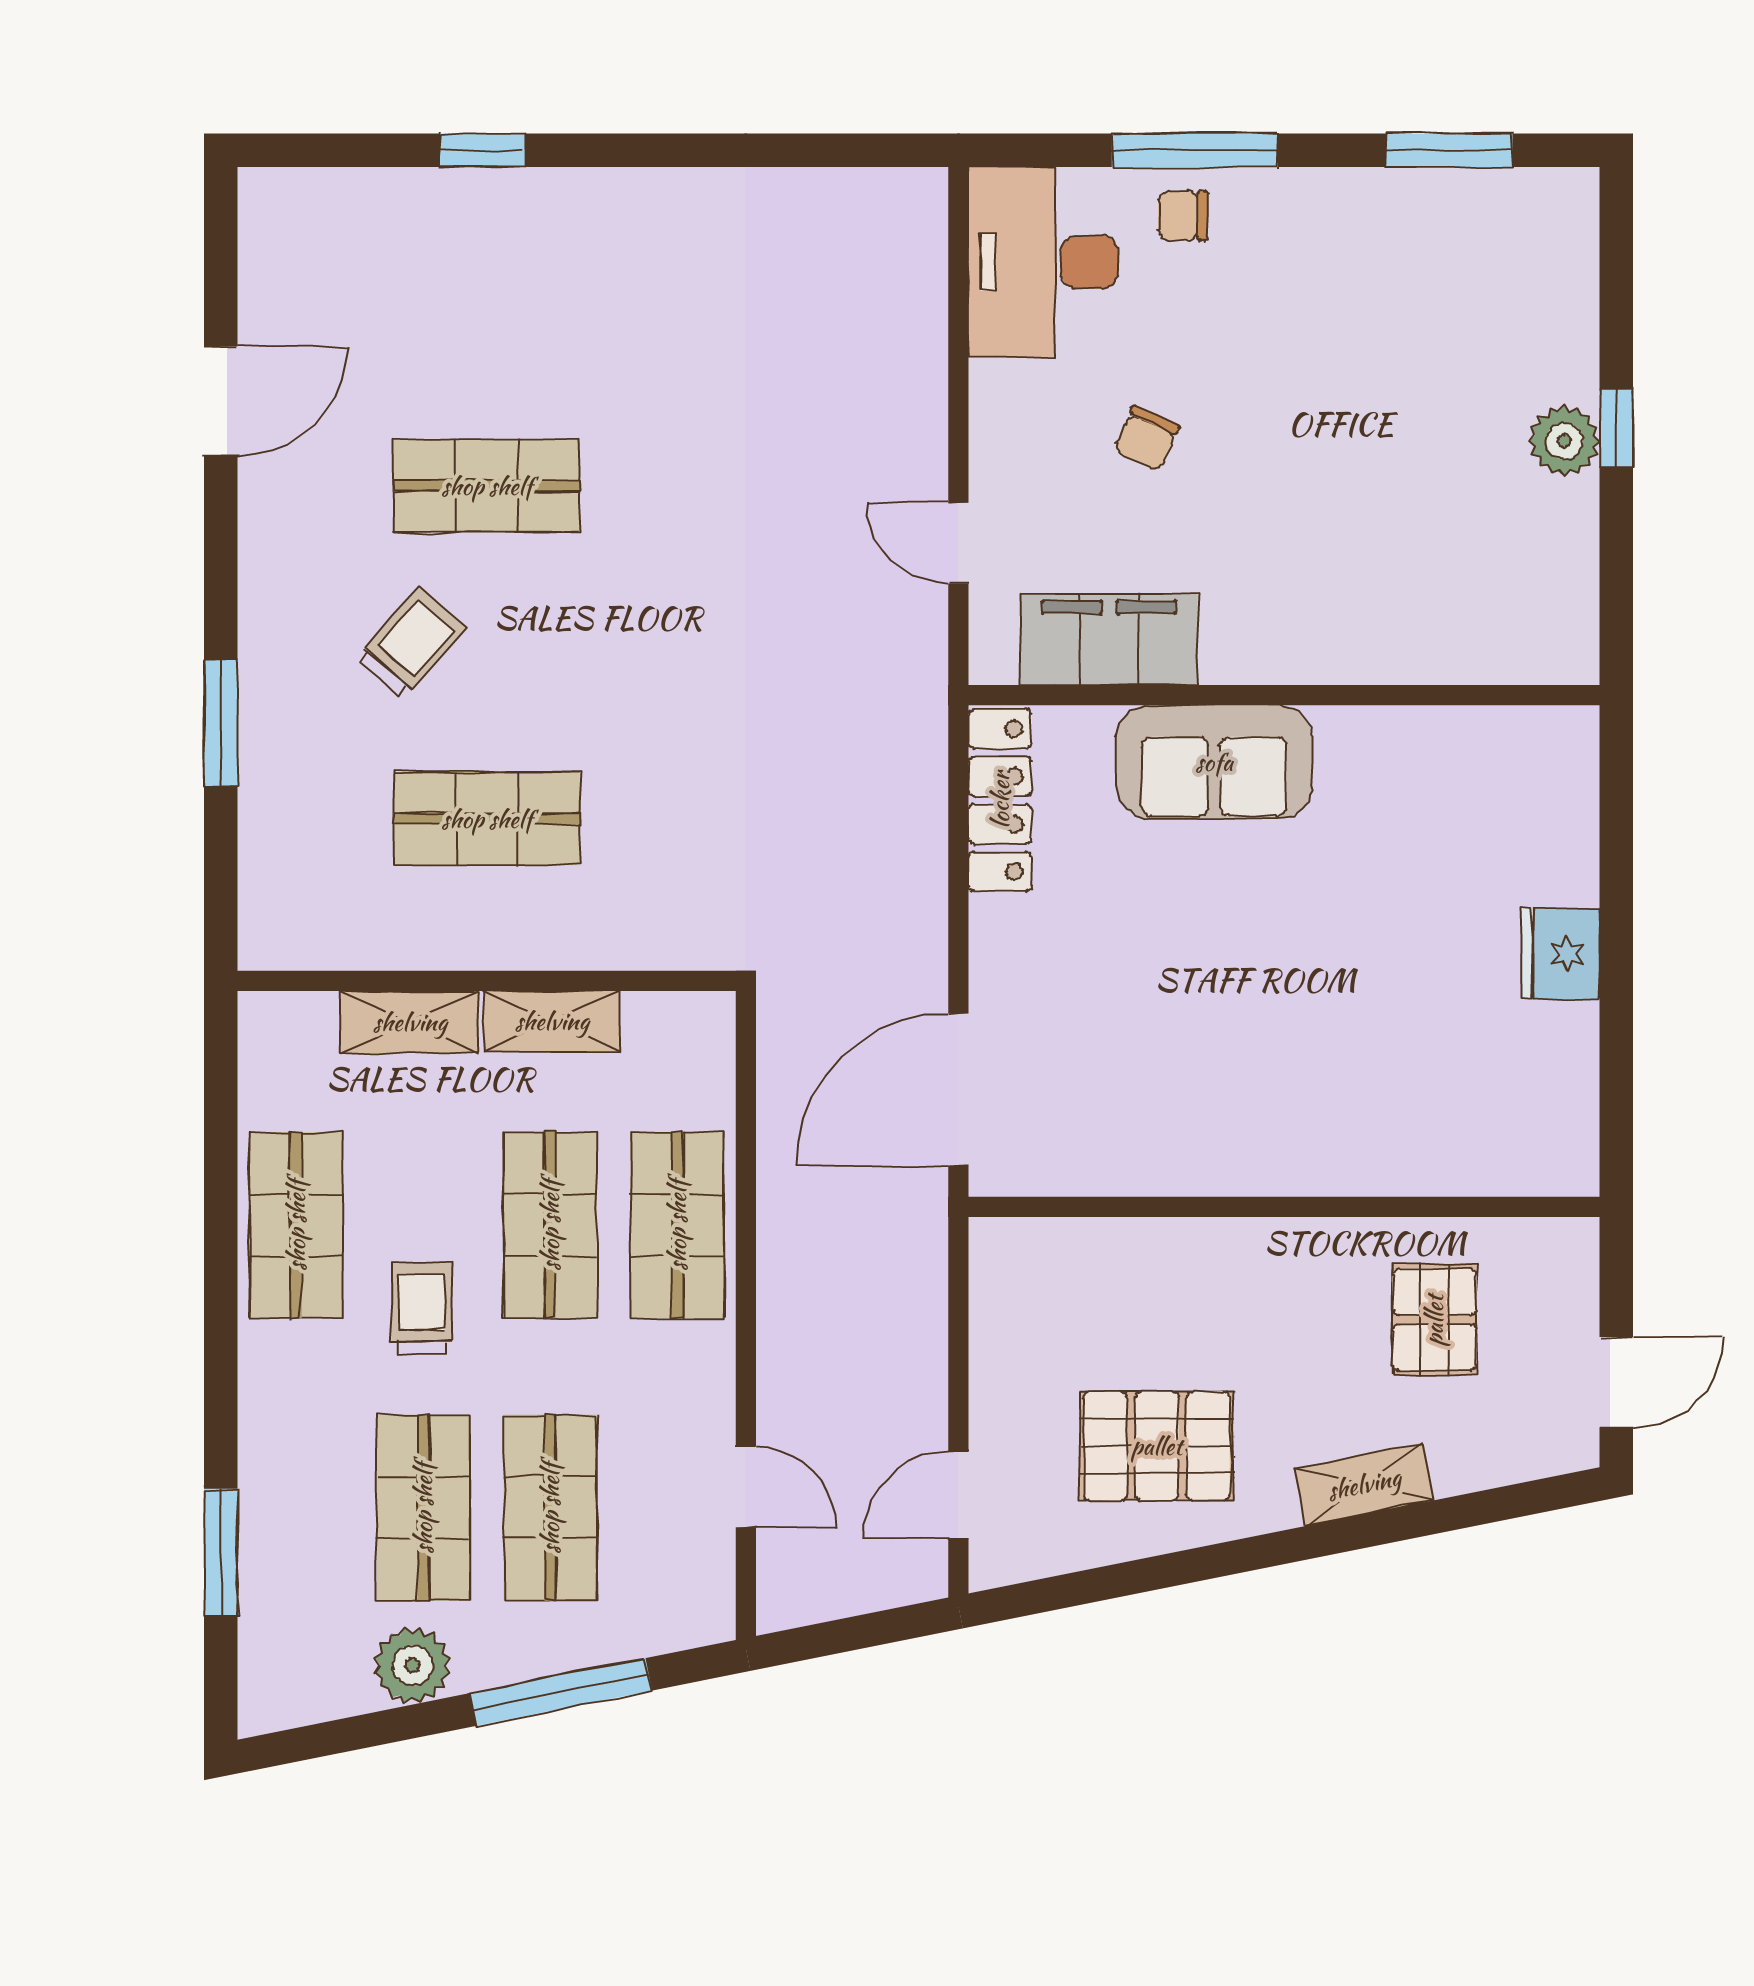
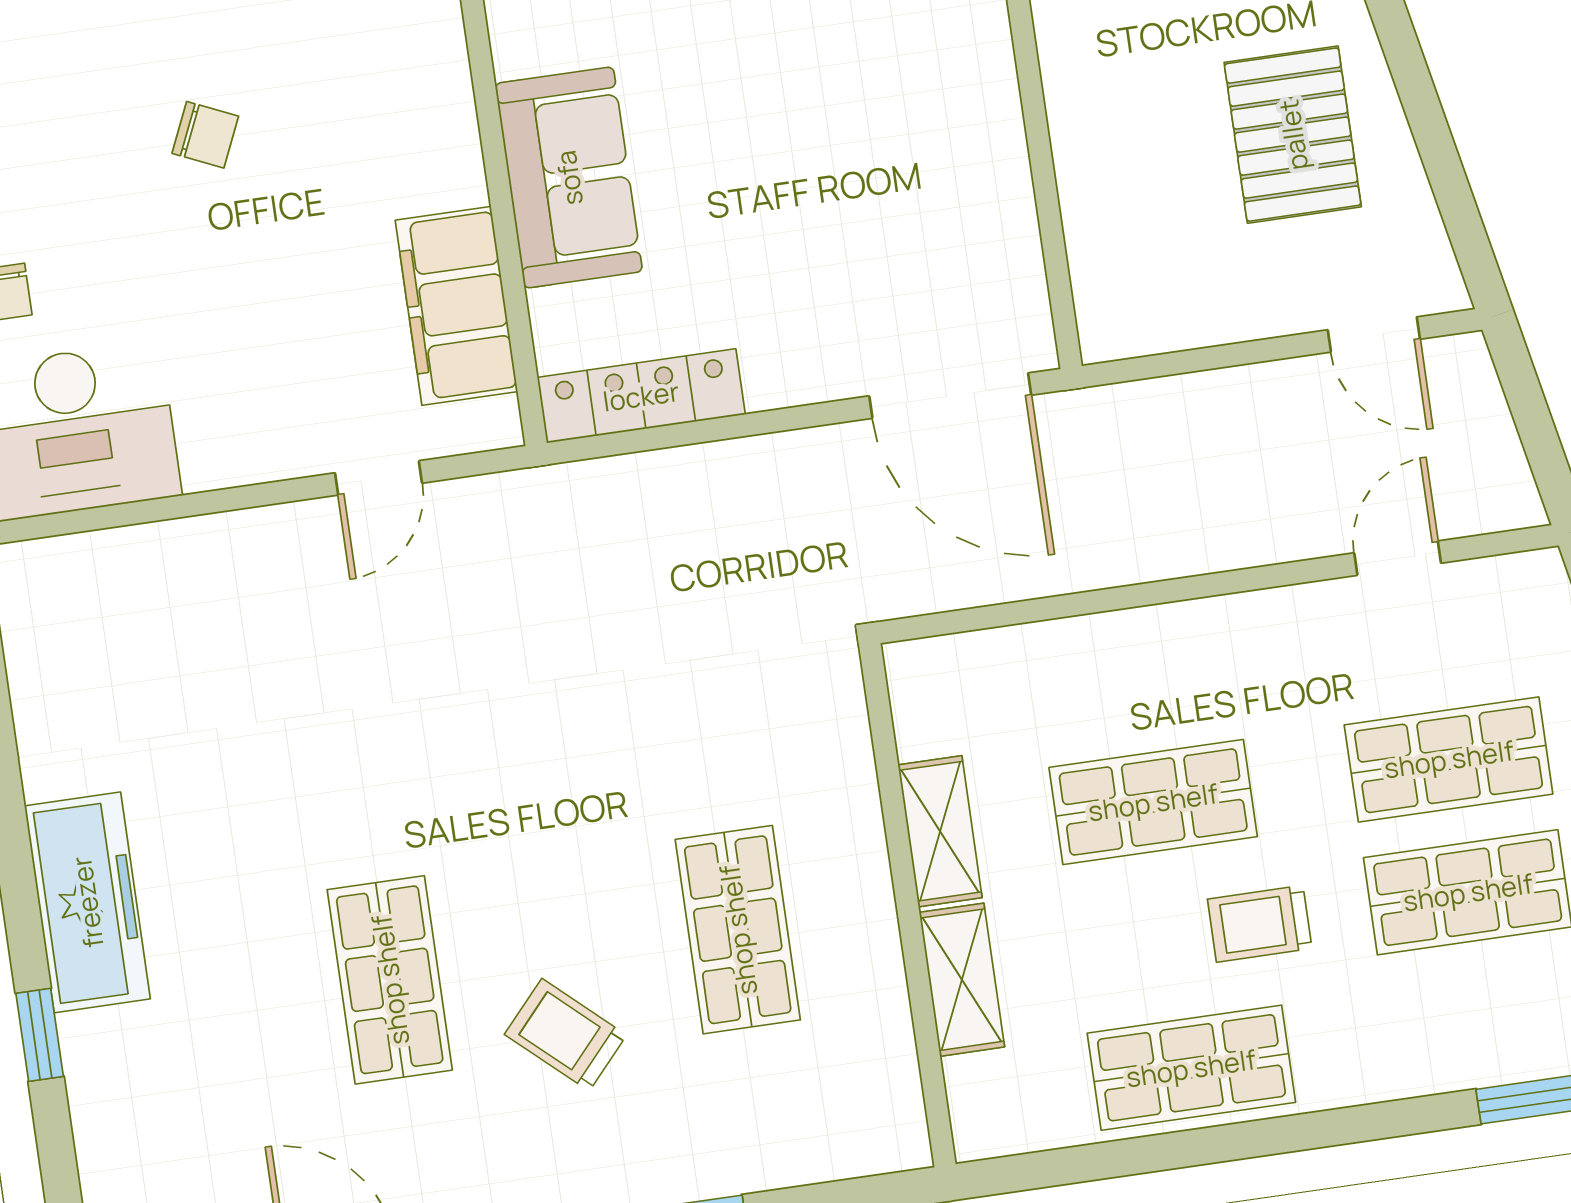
freezer: (600, 213) -> (87, 902), added
chair: (1147, 438) -> (205, 135), moved
shop shelf: (677, 1225) -> (1134, 669), removed

